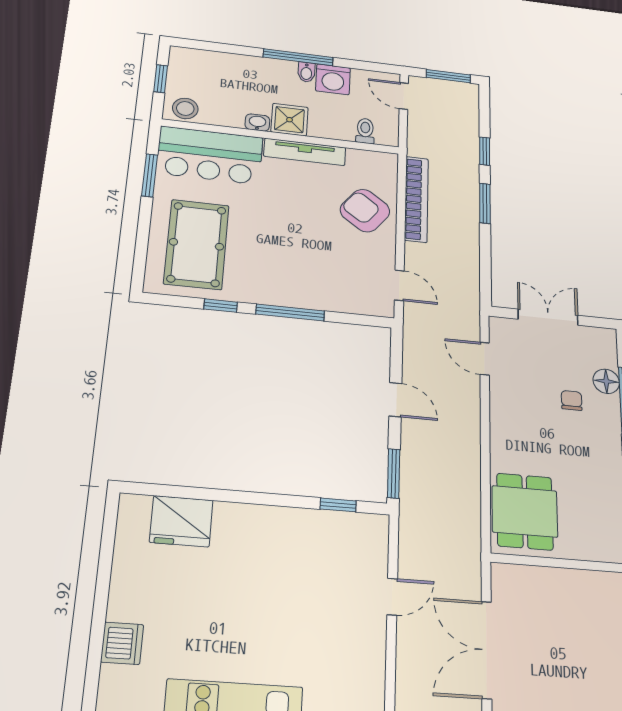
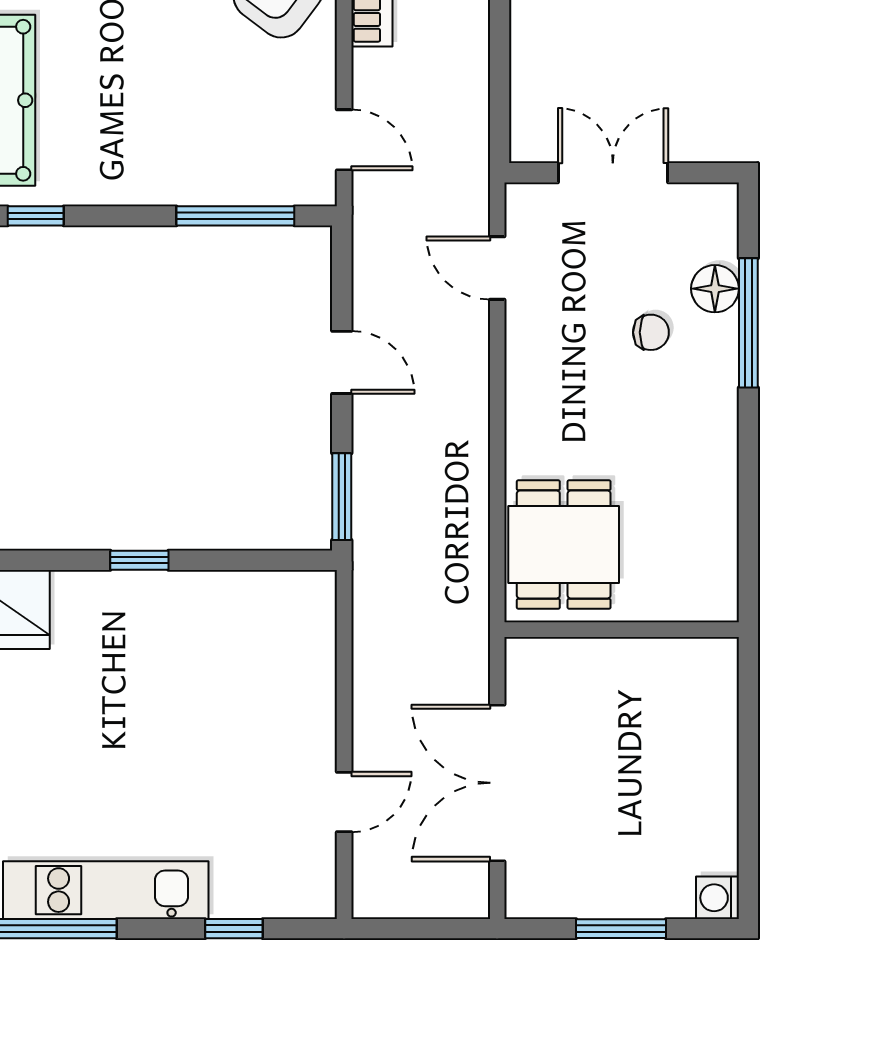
window: (290, 313) -> (235, 216), moved
chair: (572, 400) -> (651, 332), turned 90
window: (338, 505) -> (139, 560), moved
door: (392, 597) -> (344, 802), moved

